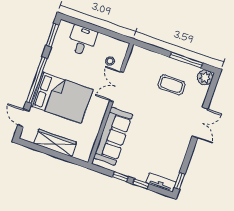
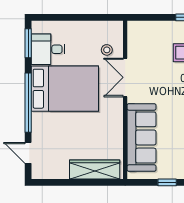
desk: (82, 41) -> (48, 49), moved, turned -90
bed: (62, 98) -> (65, 89), moved
wardrobe: (55, 143) -> (95, 169), moved

